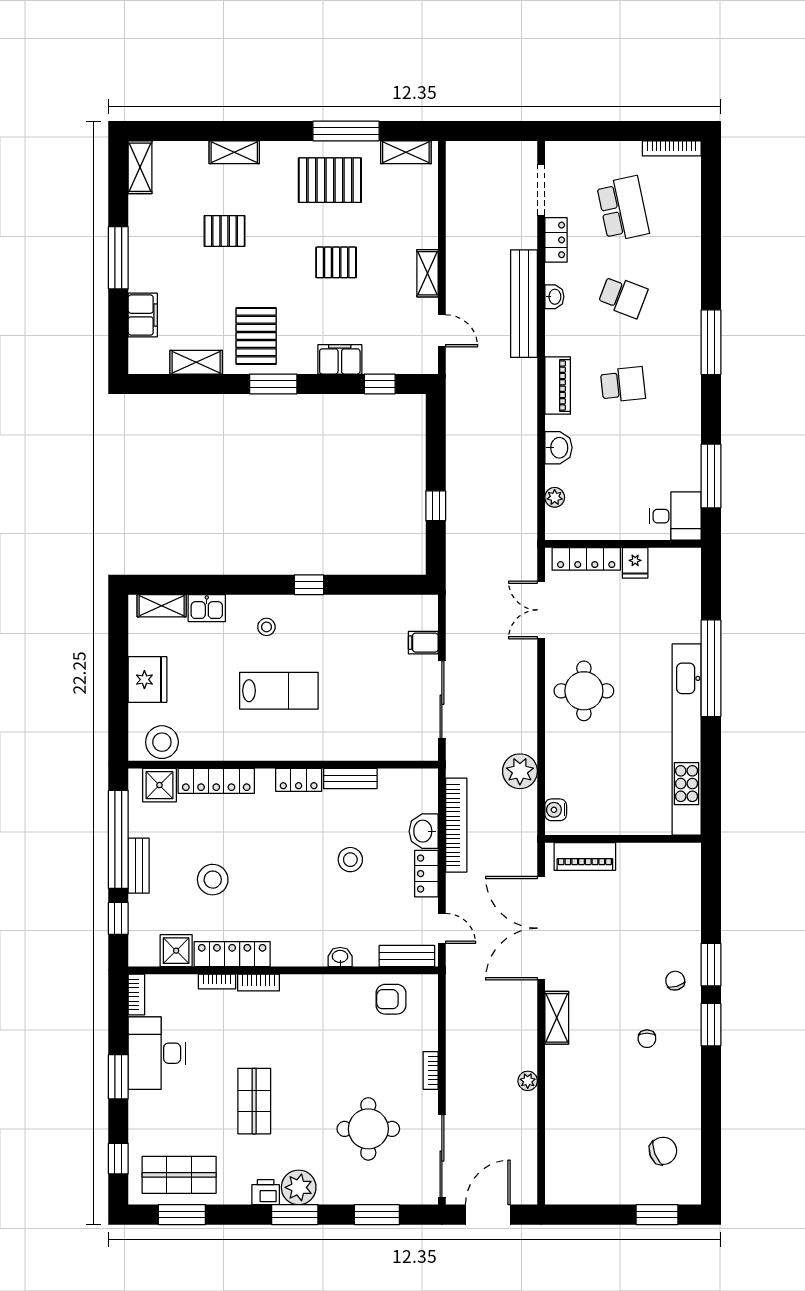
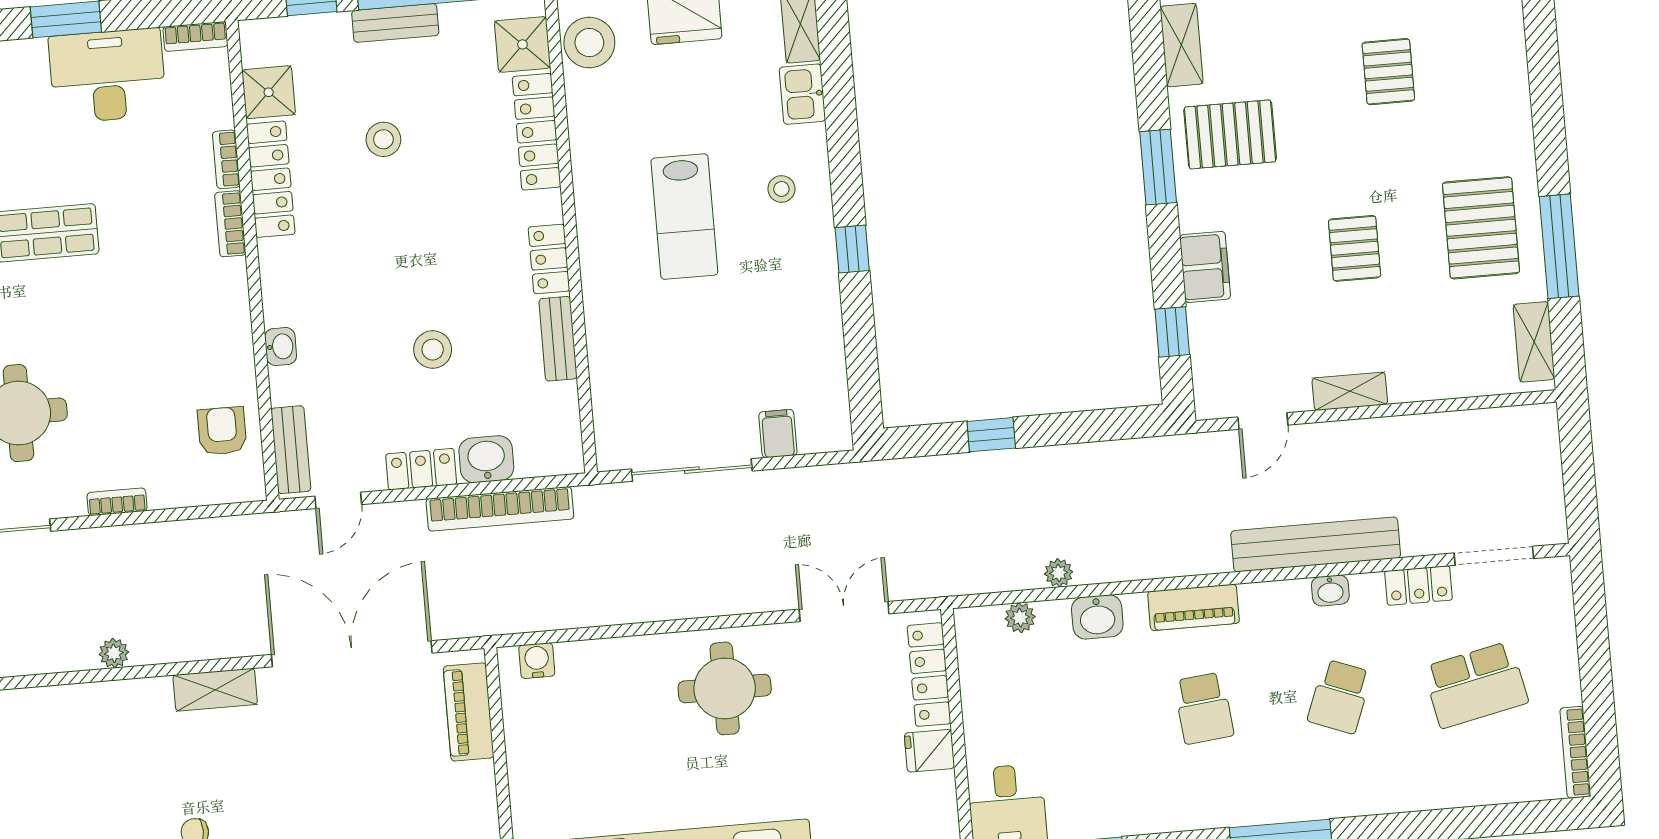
shelving: (234, 152) -> (1511, 76), removed
plant: (520, 771) -> (1059, 573), moved, width x0.53, depth x0.53
stool: (213, 880) -> (383, 139), width x0.73, depth x0.73

